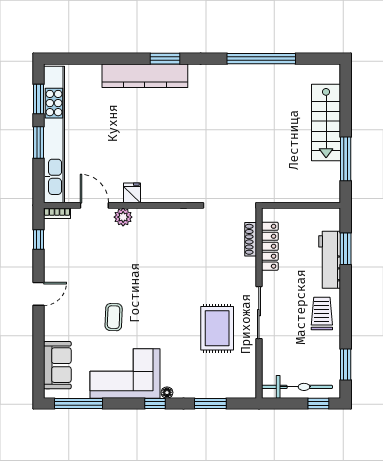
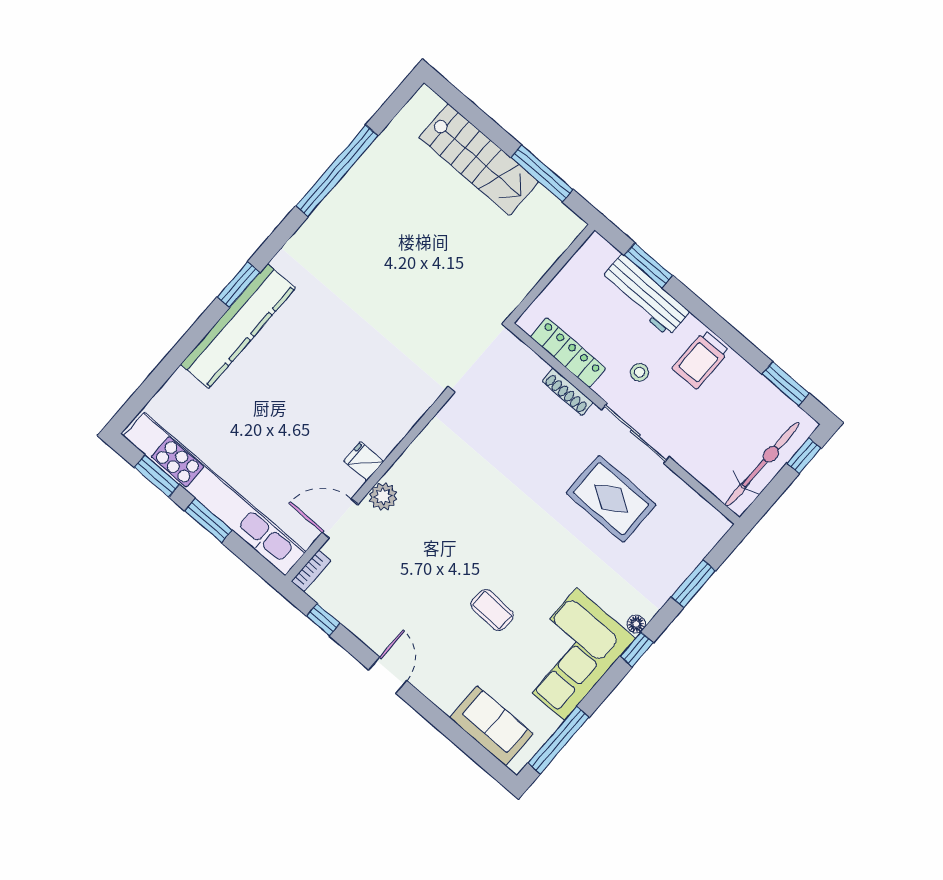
shoe rack: (251, 239) -> (568, 392), moved
stool: (290, 289) -> (639, 372), added
trolley: (322, 313) -> (701, 360), turned -90

